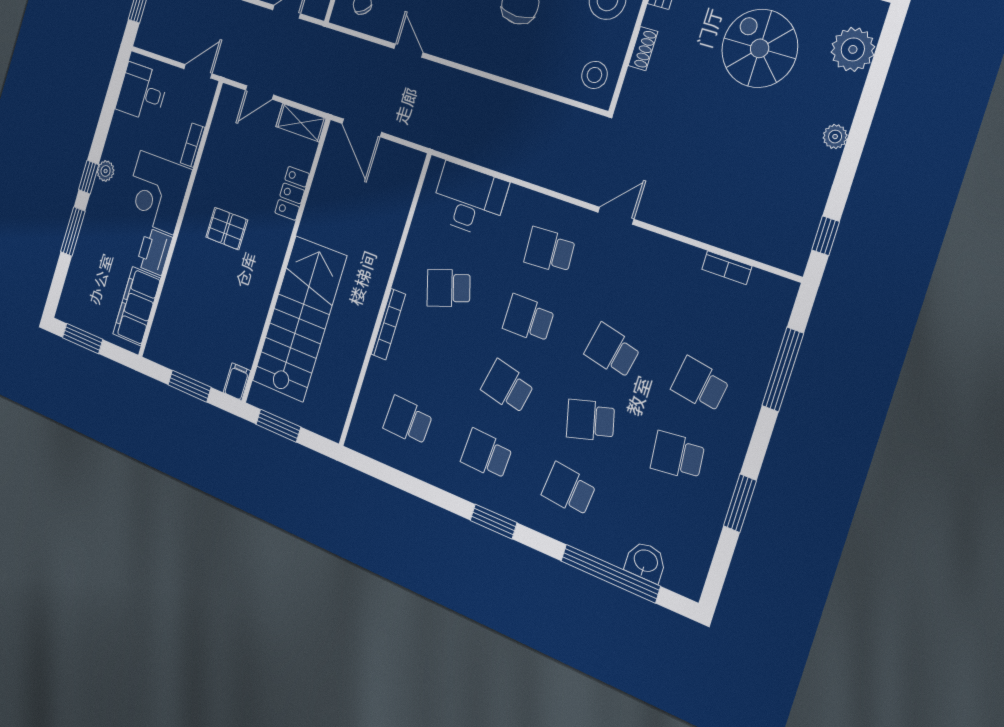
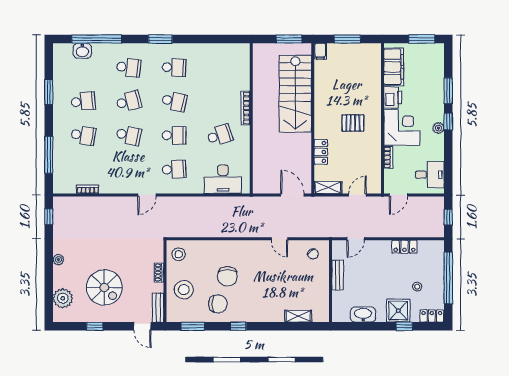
school desk: (408, 421) -> (220, 67), removed

